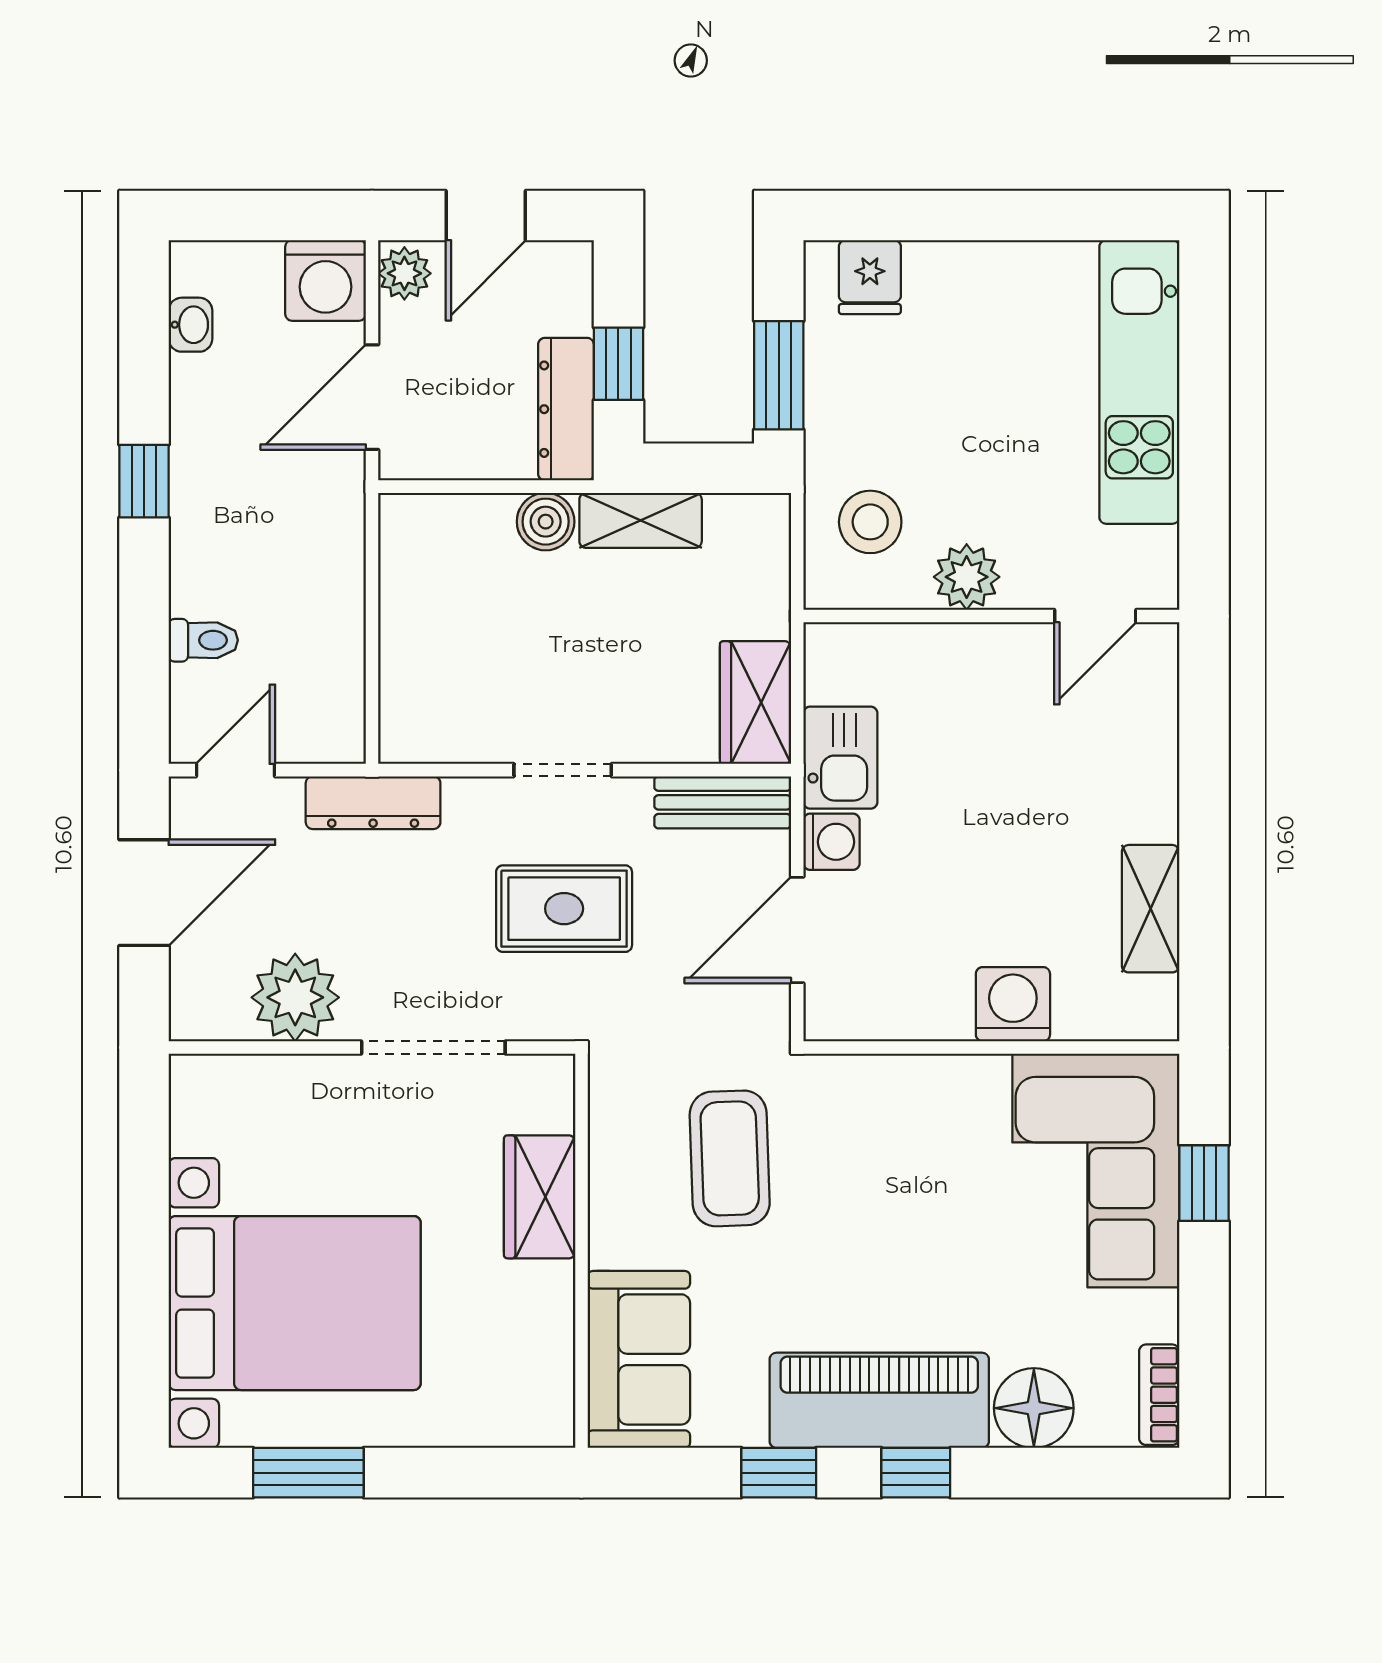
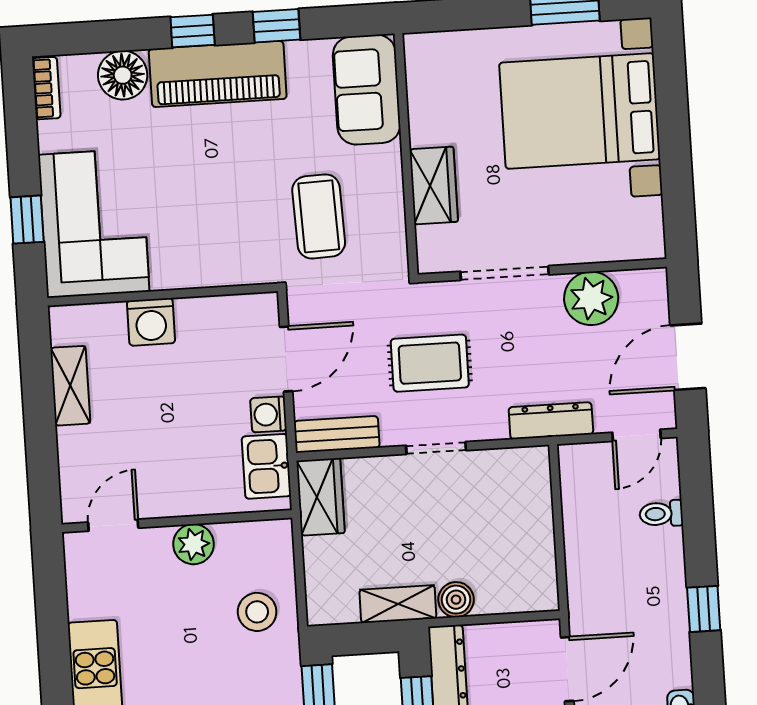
plant: (967, 577) -> (194, 544), moved
wall: (991, 616) -> (177, 521), moved
door: (1095, 616) -> (113, 525), moved

